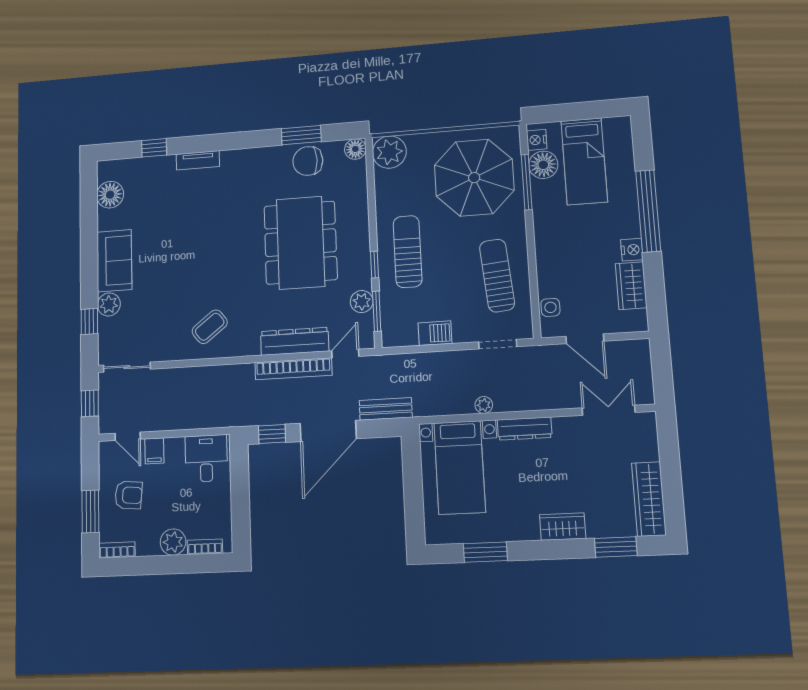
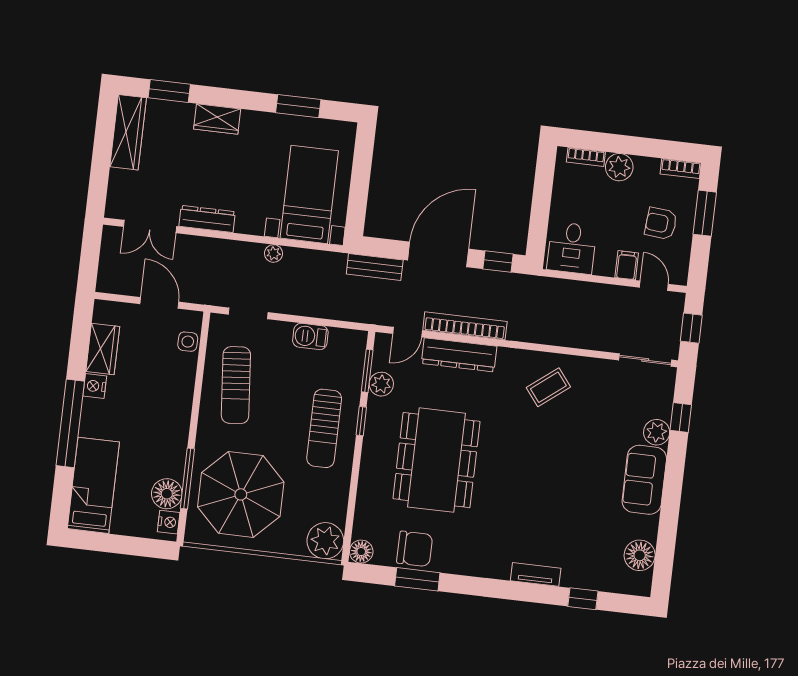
bed: (584, 161) -> (93, 485), moved
dresser: (525, 429) -> (207, 219), moved

